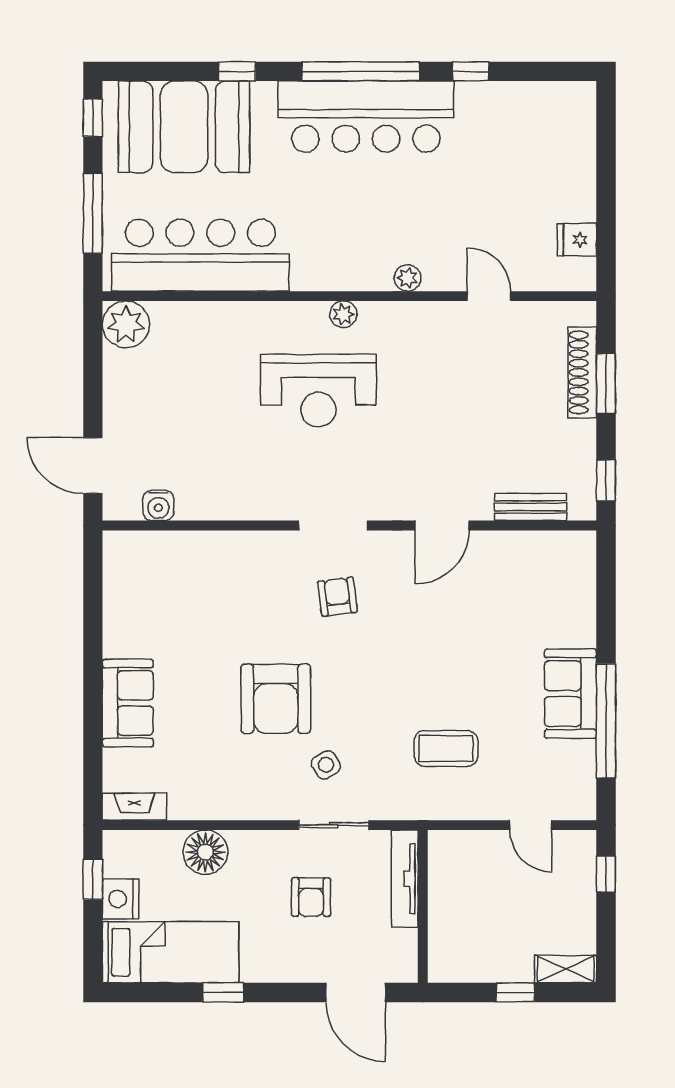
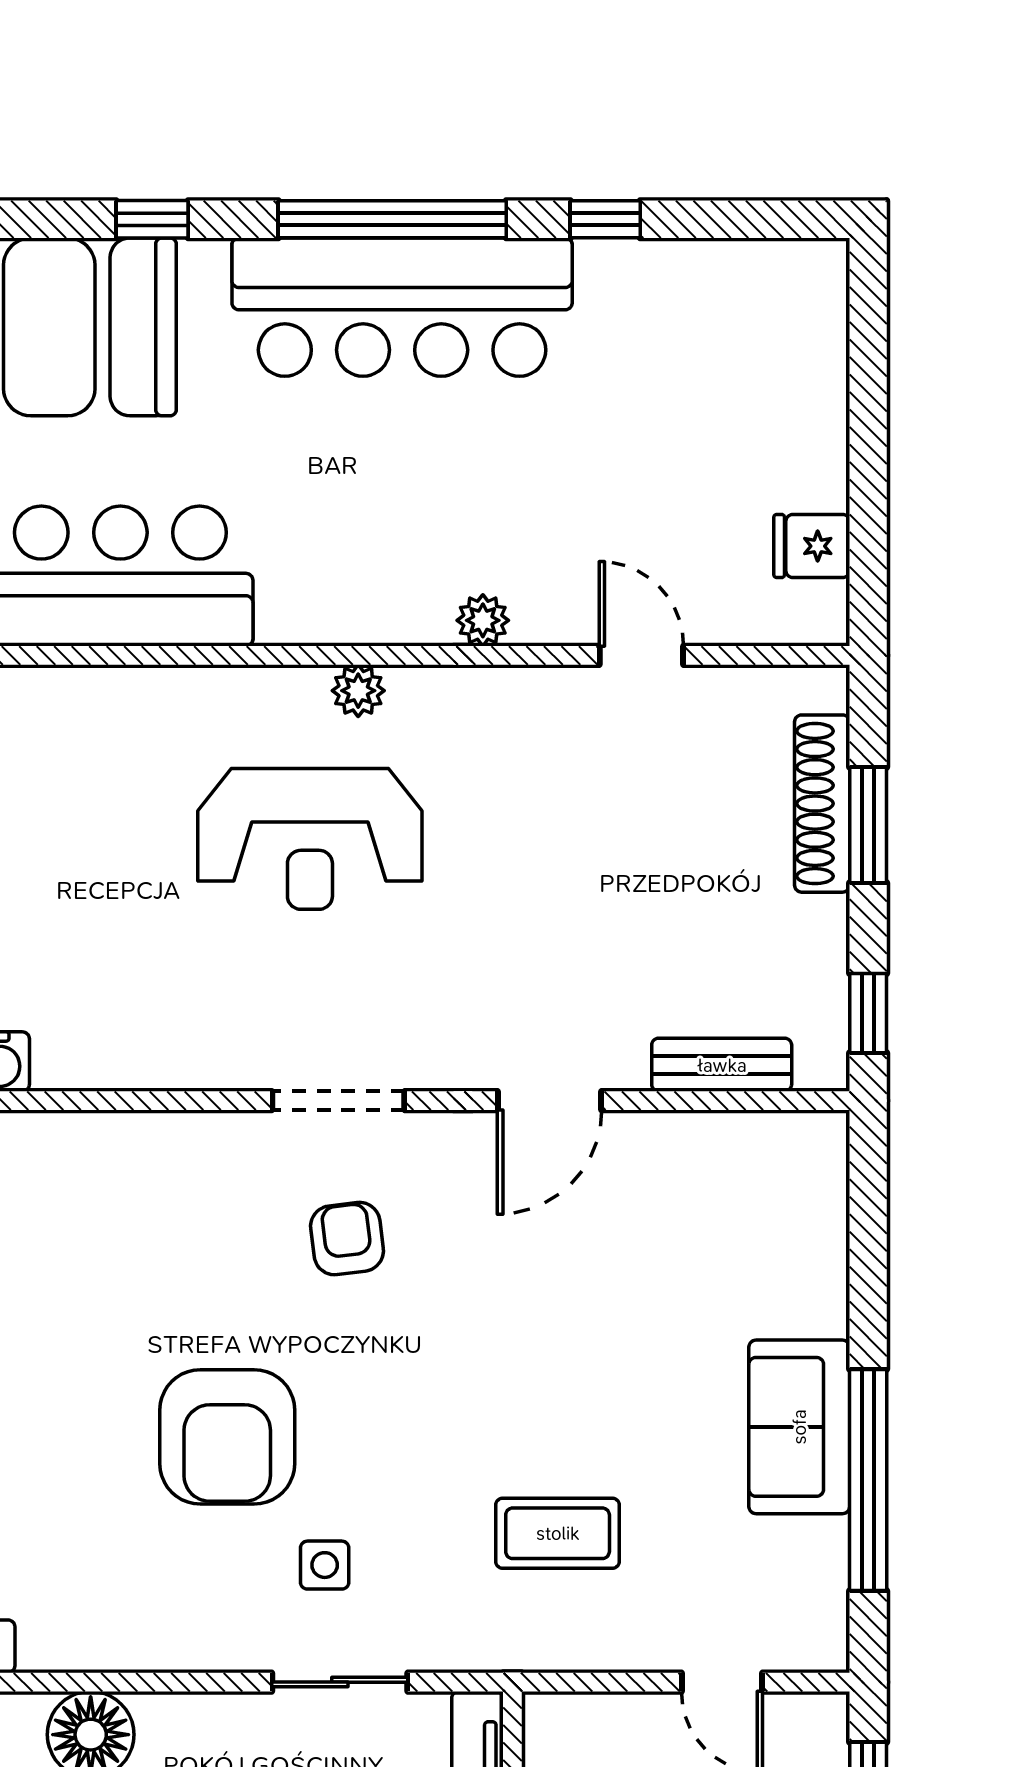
side table: (326, 765) -> (325, 1565), turned 31

